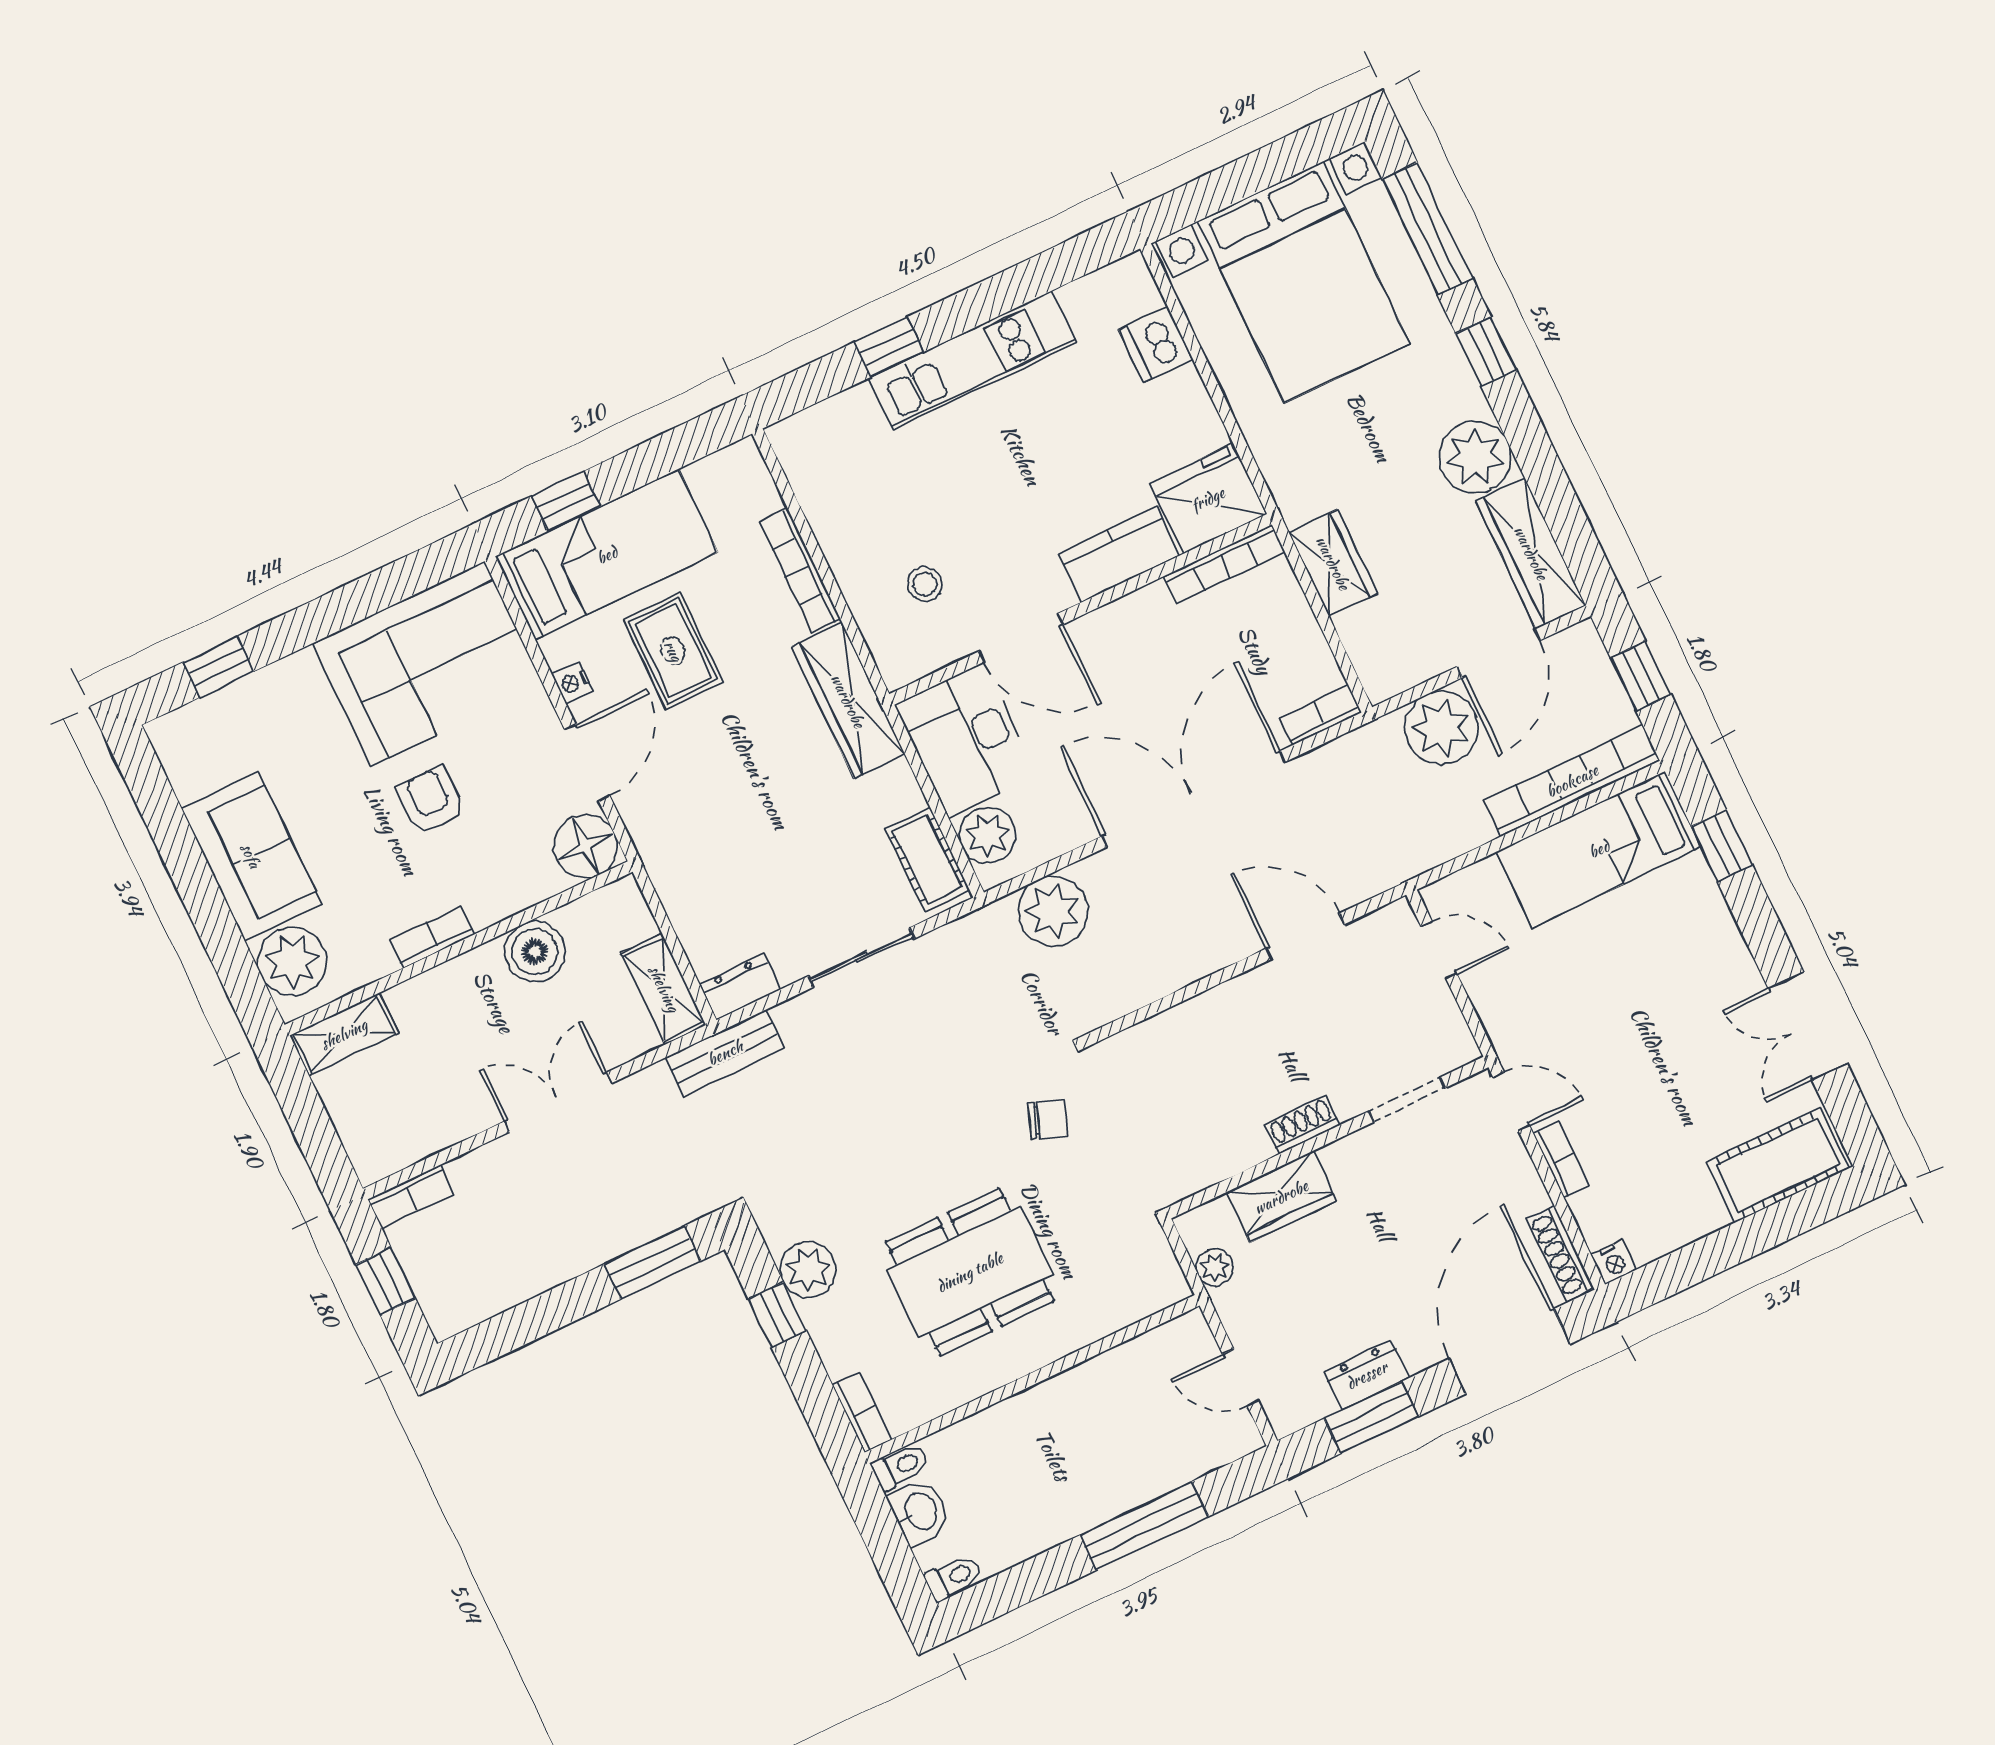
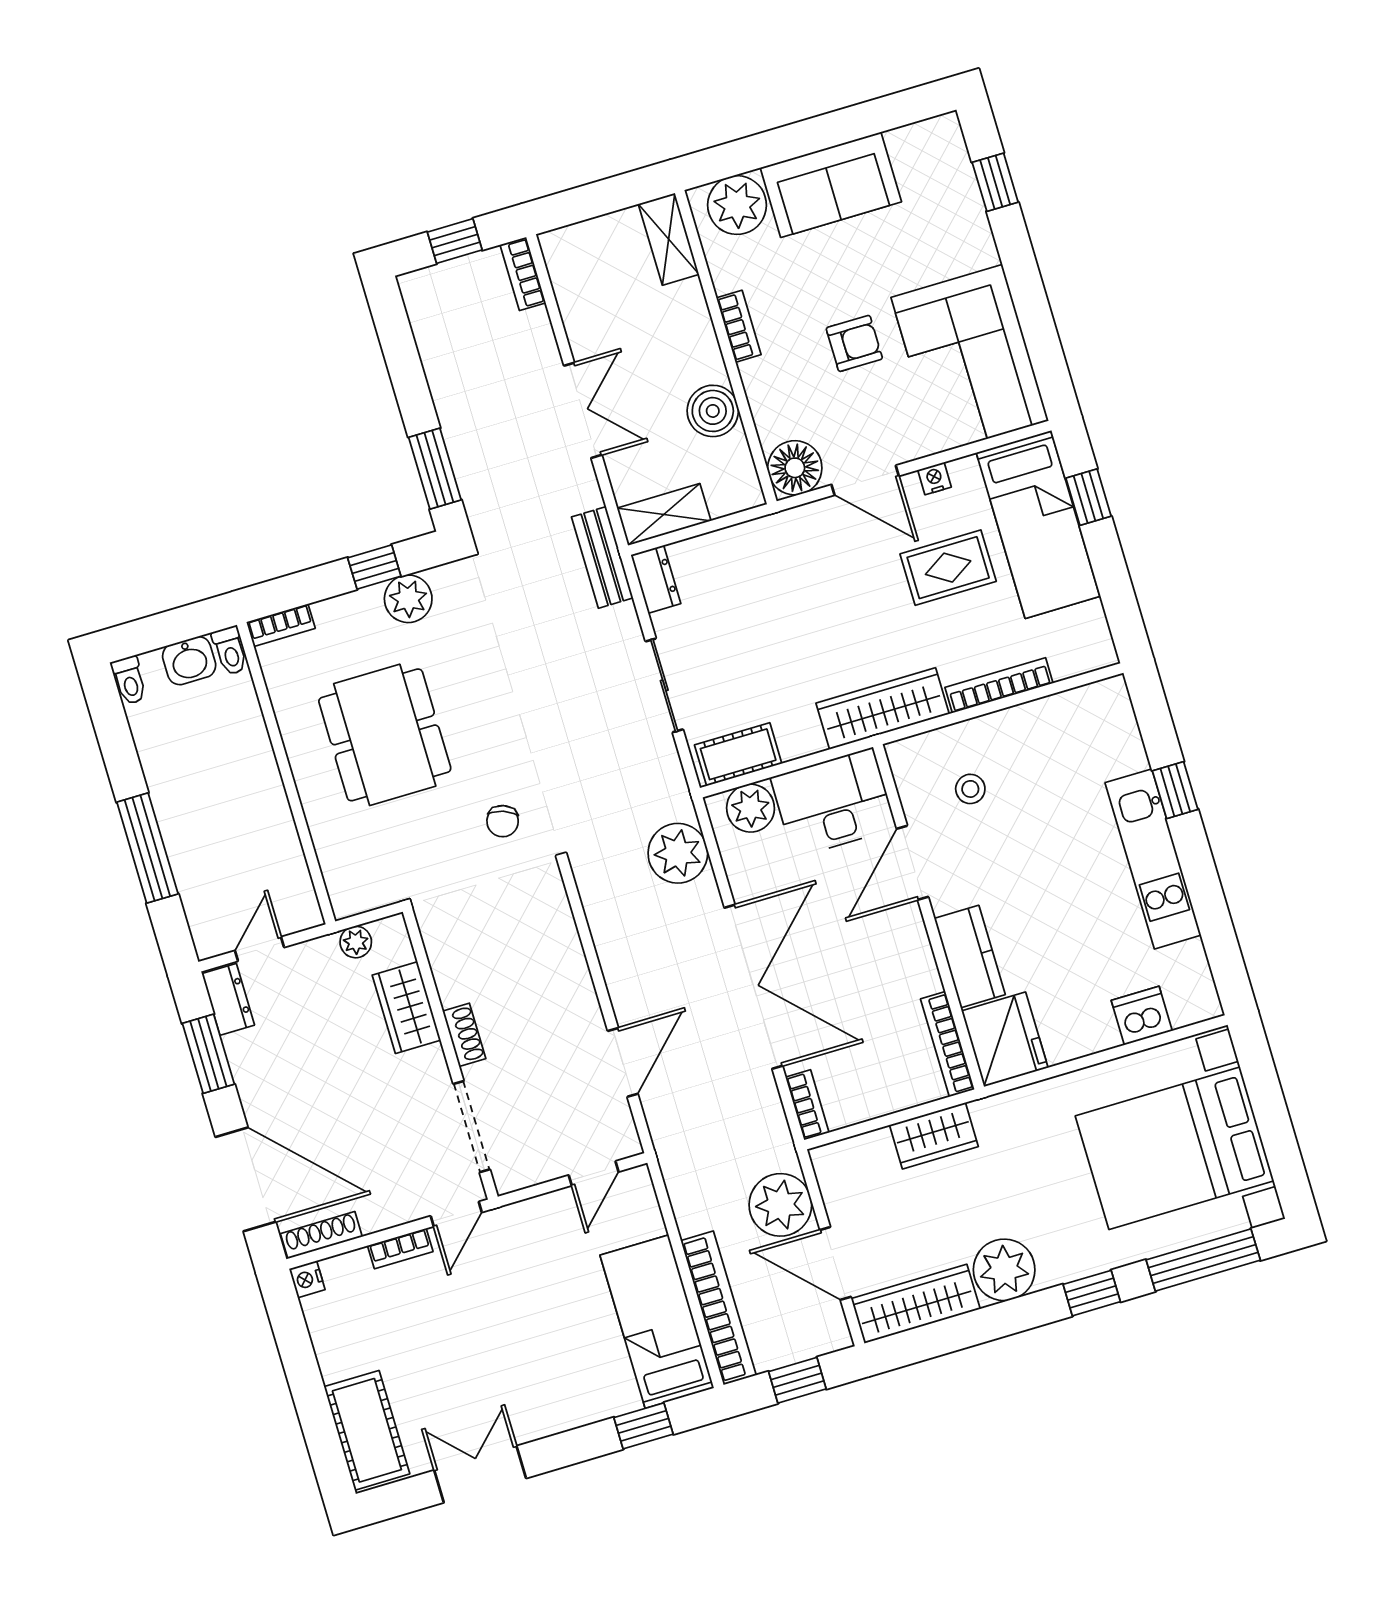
doorway: (1407, 1100) -> (472, 1127), width x1.38
dresser: (1367, 1375) -> (228, 999), moved

